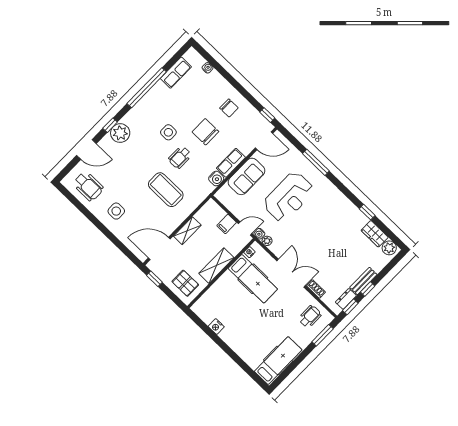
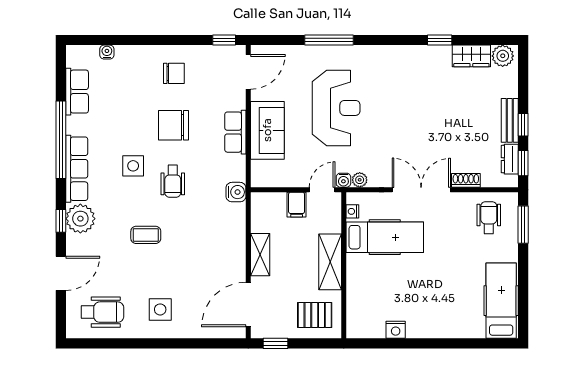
row of seats: (141, 108) -> (77, 169), added
water cooler: (216, 179) -> (236, 192), moved
coffee table: (166, 190) -> (146, 235), moved, width x0.54, depth x0.58

